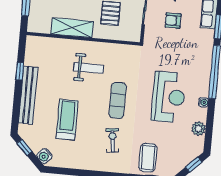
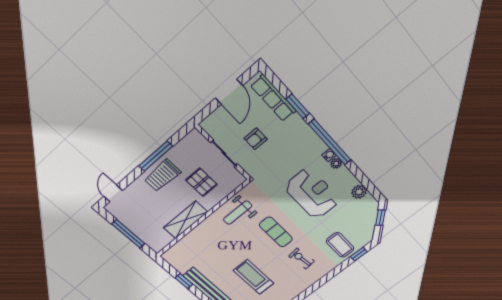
weight bench: (88, 68) -> (238, 213), moved, turned 180
plant: (204, 91) -> (336, 163), added
water cooler: (203, 102) -> (329, 155), moved

